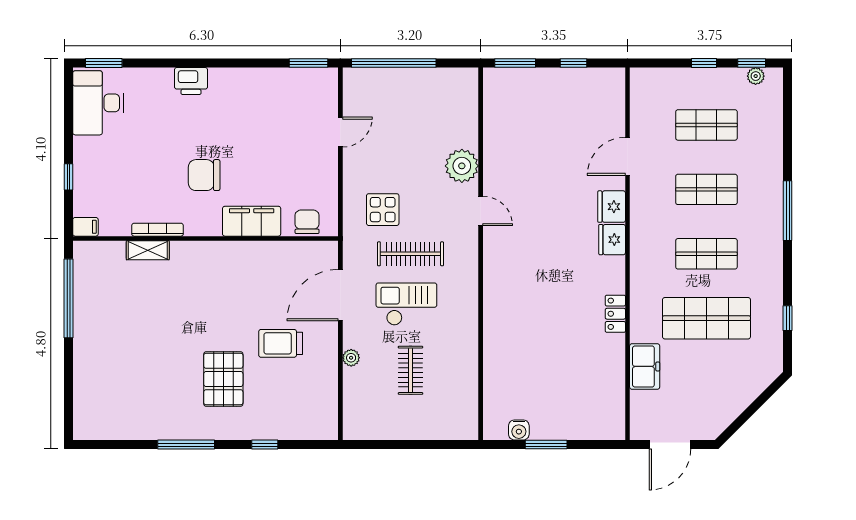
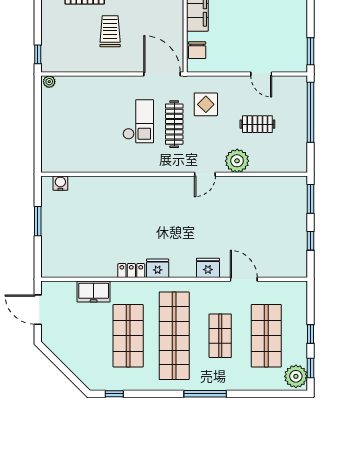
plant: (756, 76) -> (296, 376), width x1.88, depth x1.88
shop shelf: (706, 125) -> (266, 336), width x1.43, depth x1.36
chair: (307, 222) -> (197, 50), turned 90
fridge: (612, 240) -> (158, 268), moved
shop shelf: (706, 254) -> (174, 336), width x2.00, depth x1.36
door: (340, 295) -> (162, 74), moved
window: (788, 318) -> (114, 394), moved
plant: (351, 358) -> (49, 82), moved
clothes rail: (410, 370) -> (257, 124), moved
water cooler: (519, 430) -> (60, 183), moved, turned 90
window: (265, 445) -> (38, 54), moved

